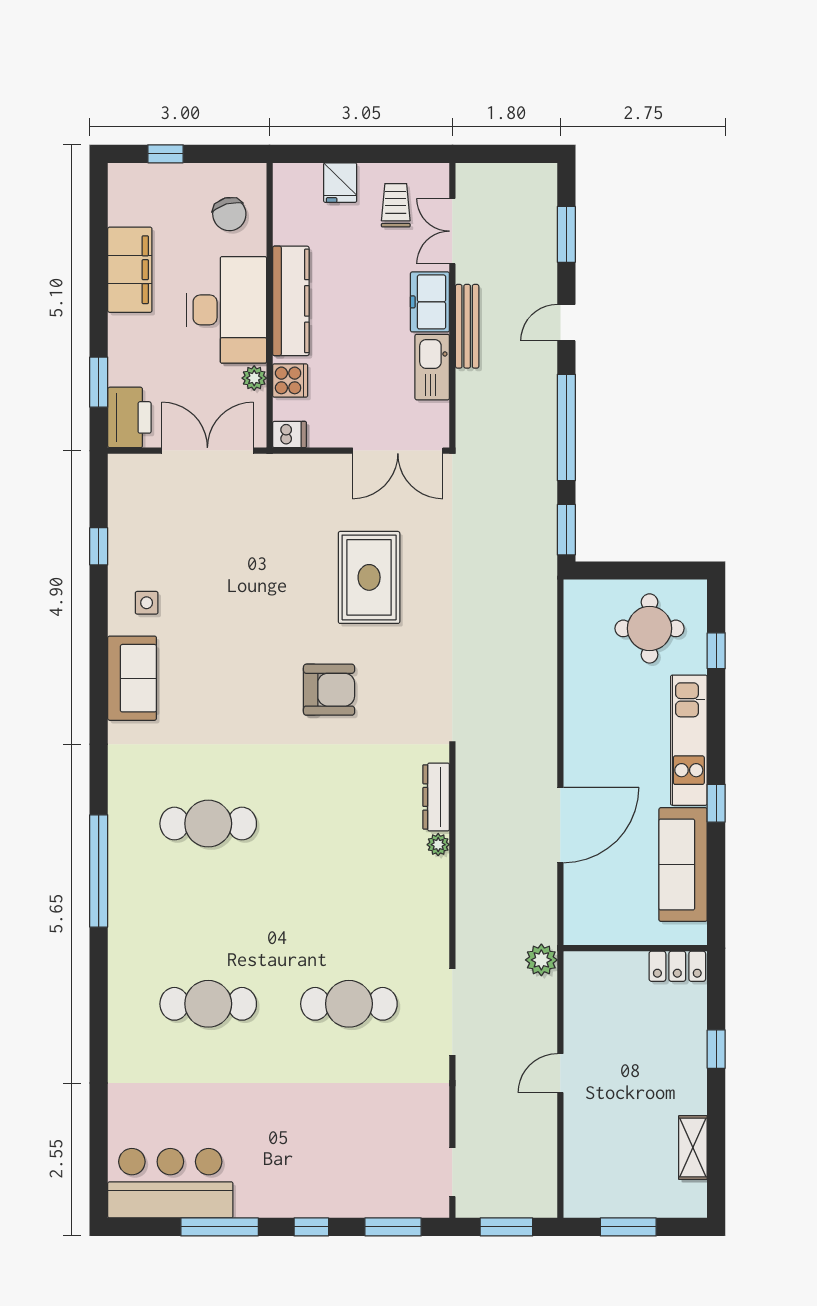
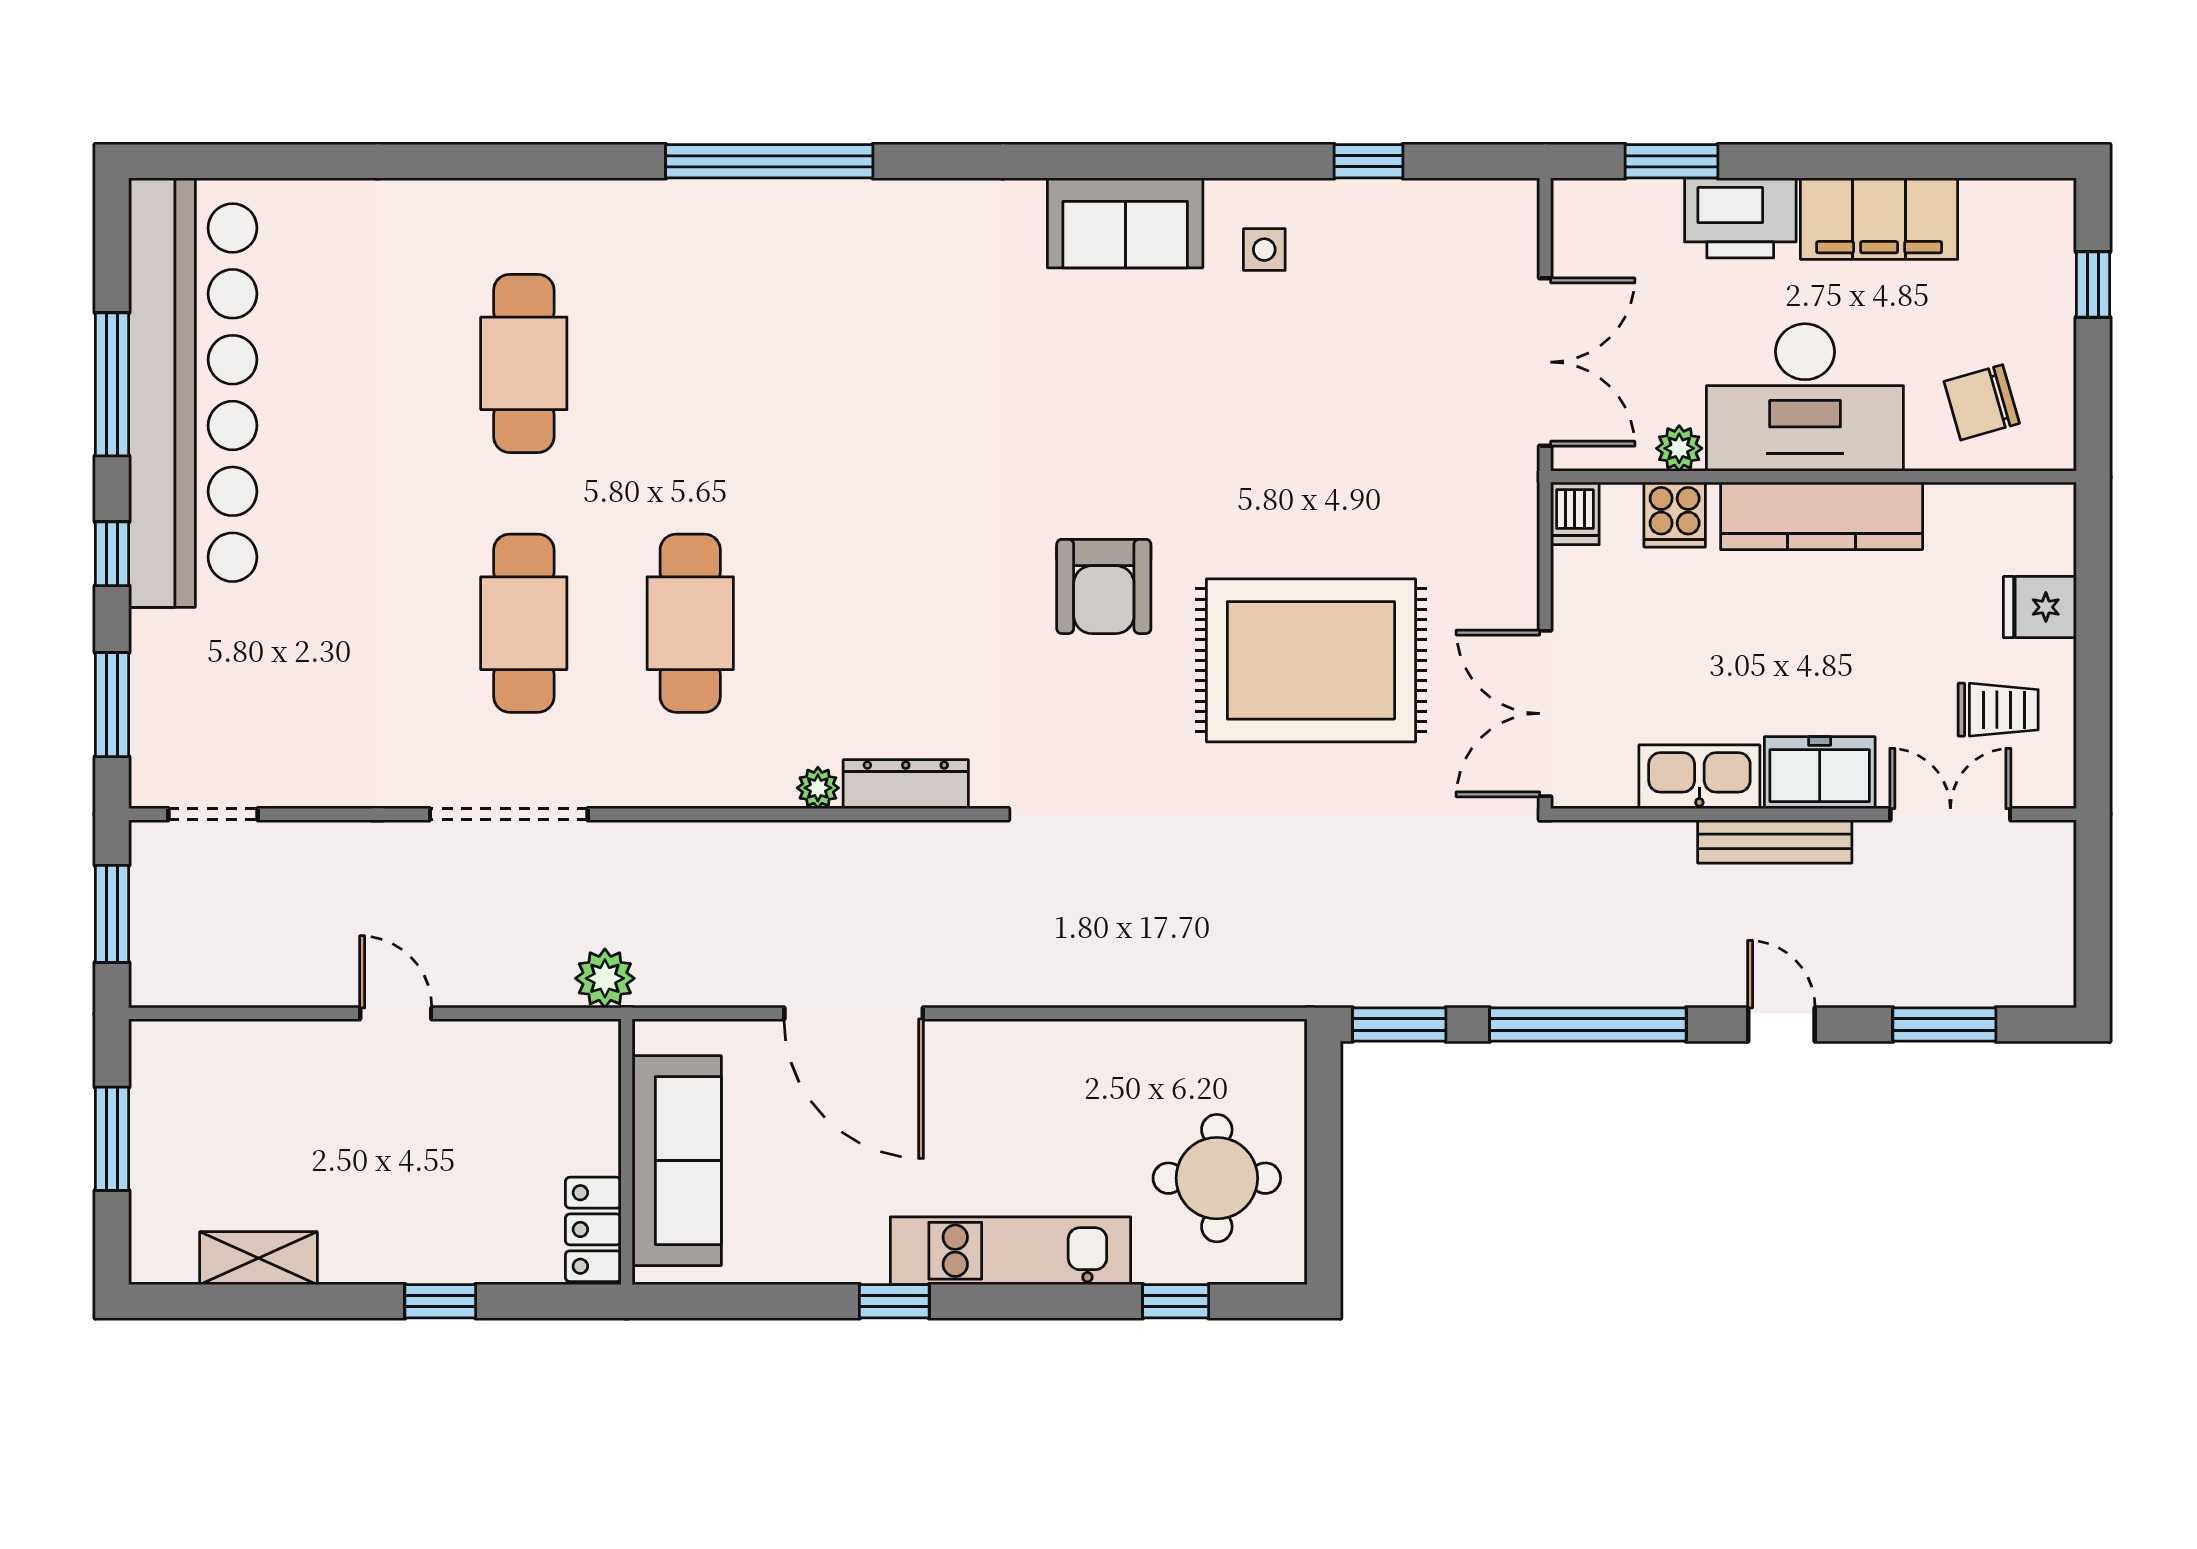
printer: (129, 417) -> (1740, 218), moved
rug: (369, 577) -> (1311, 660), width x1.37, depth x1.44
cafe table: (208, 824) -> (690, 623), moved
sofa: (683, 865) -> (677, 1161), moved, turned 90
bar counter: (170, 1183) -> (193, 393), width x1.86

